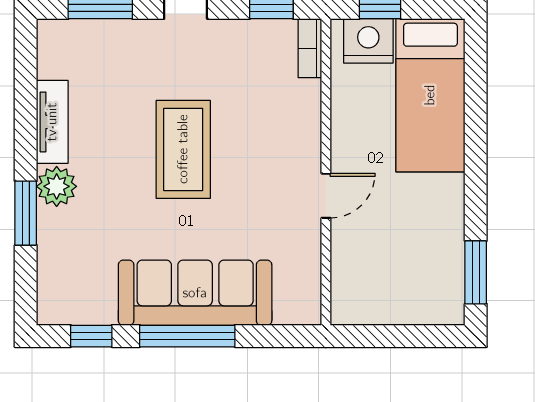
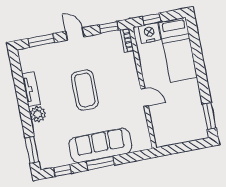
door: (326, 196) -> (144, 97), hinge flipped
window: (26, 213) -> (32, 150), moved
window: (187, 336) -> (101, 163), width x0.69

